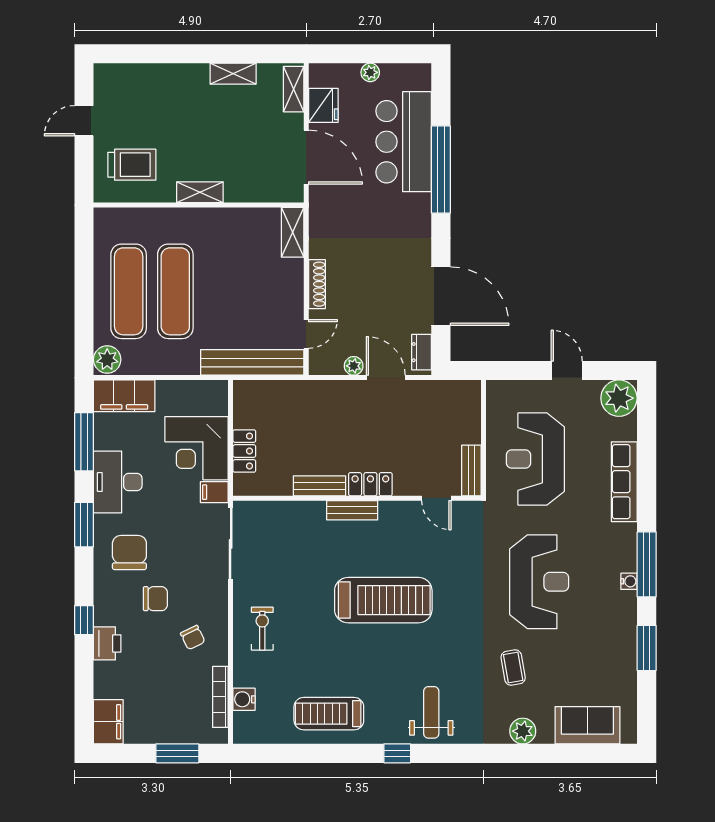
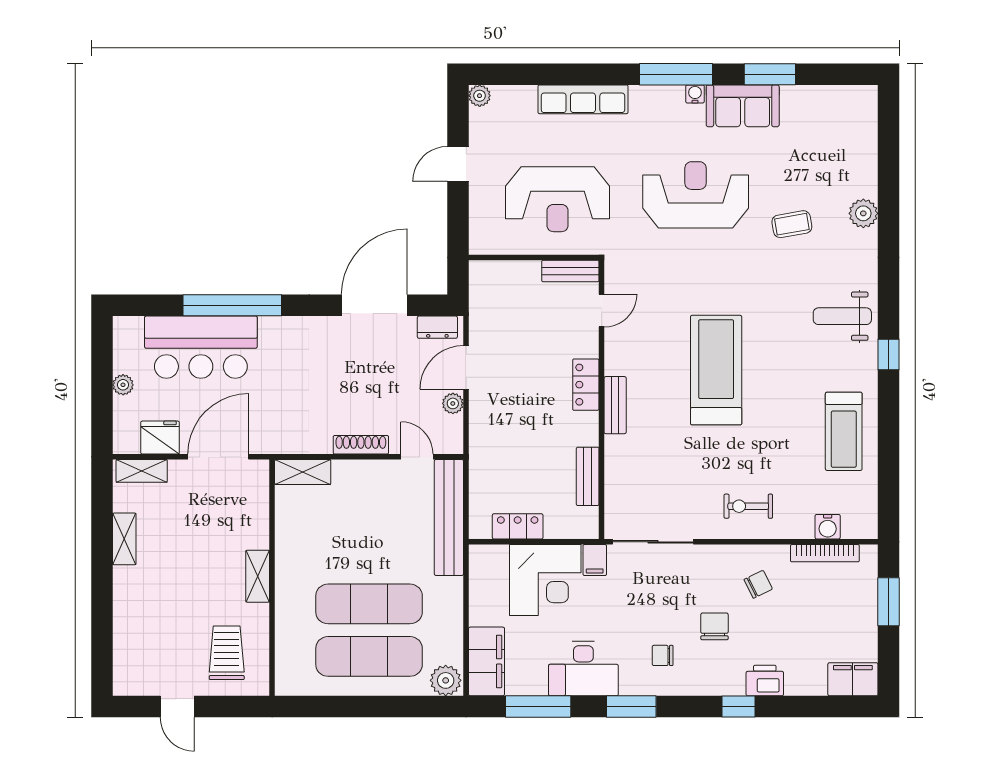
plant: (619, 398) -> (480, 96), width x0.53, depth x0.53
locker: (244, 451) -> (518, 526), moved
bench: (319, 486) -> (588, 476), moved
chair: (129, 553) -> (663, 655), width x0.54, depth x0.54
sofa: (587, 725) -> (743, 106), moved, turned -90

